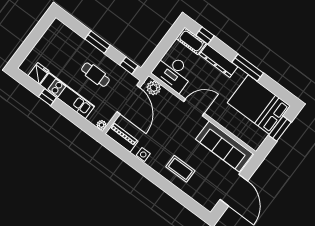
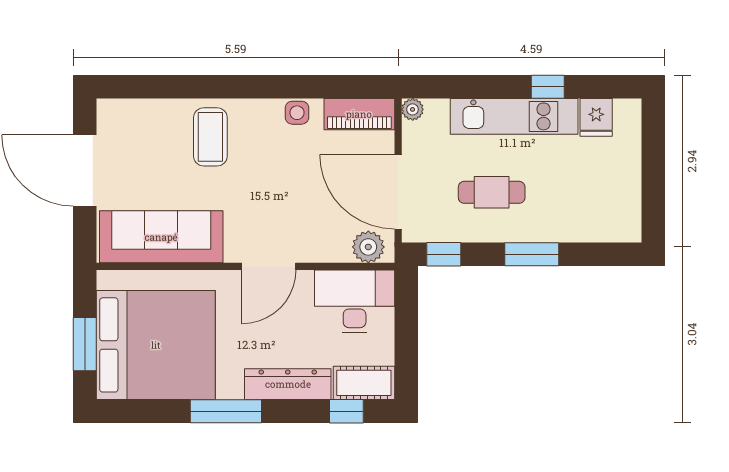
bed: (259, 104) -> (156, 345), width x1.36
coffee table: (180, 169) -> (210, 137), turned 90

